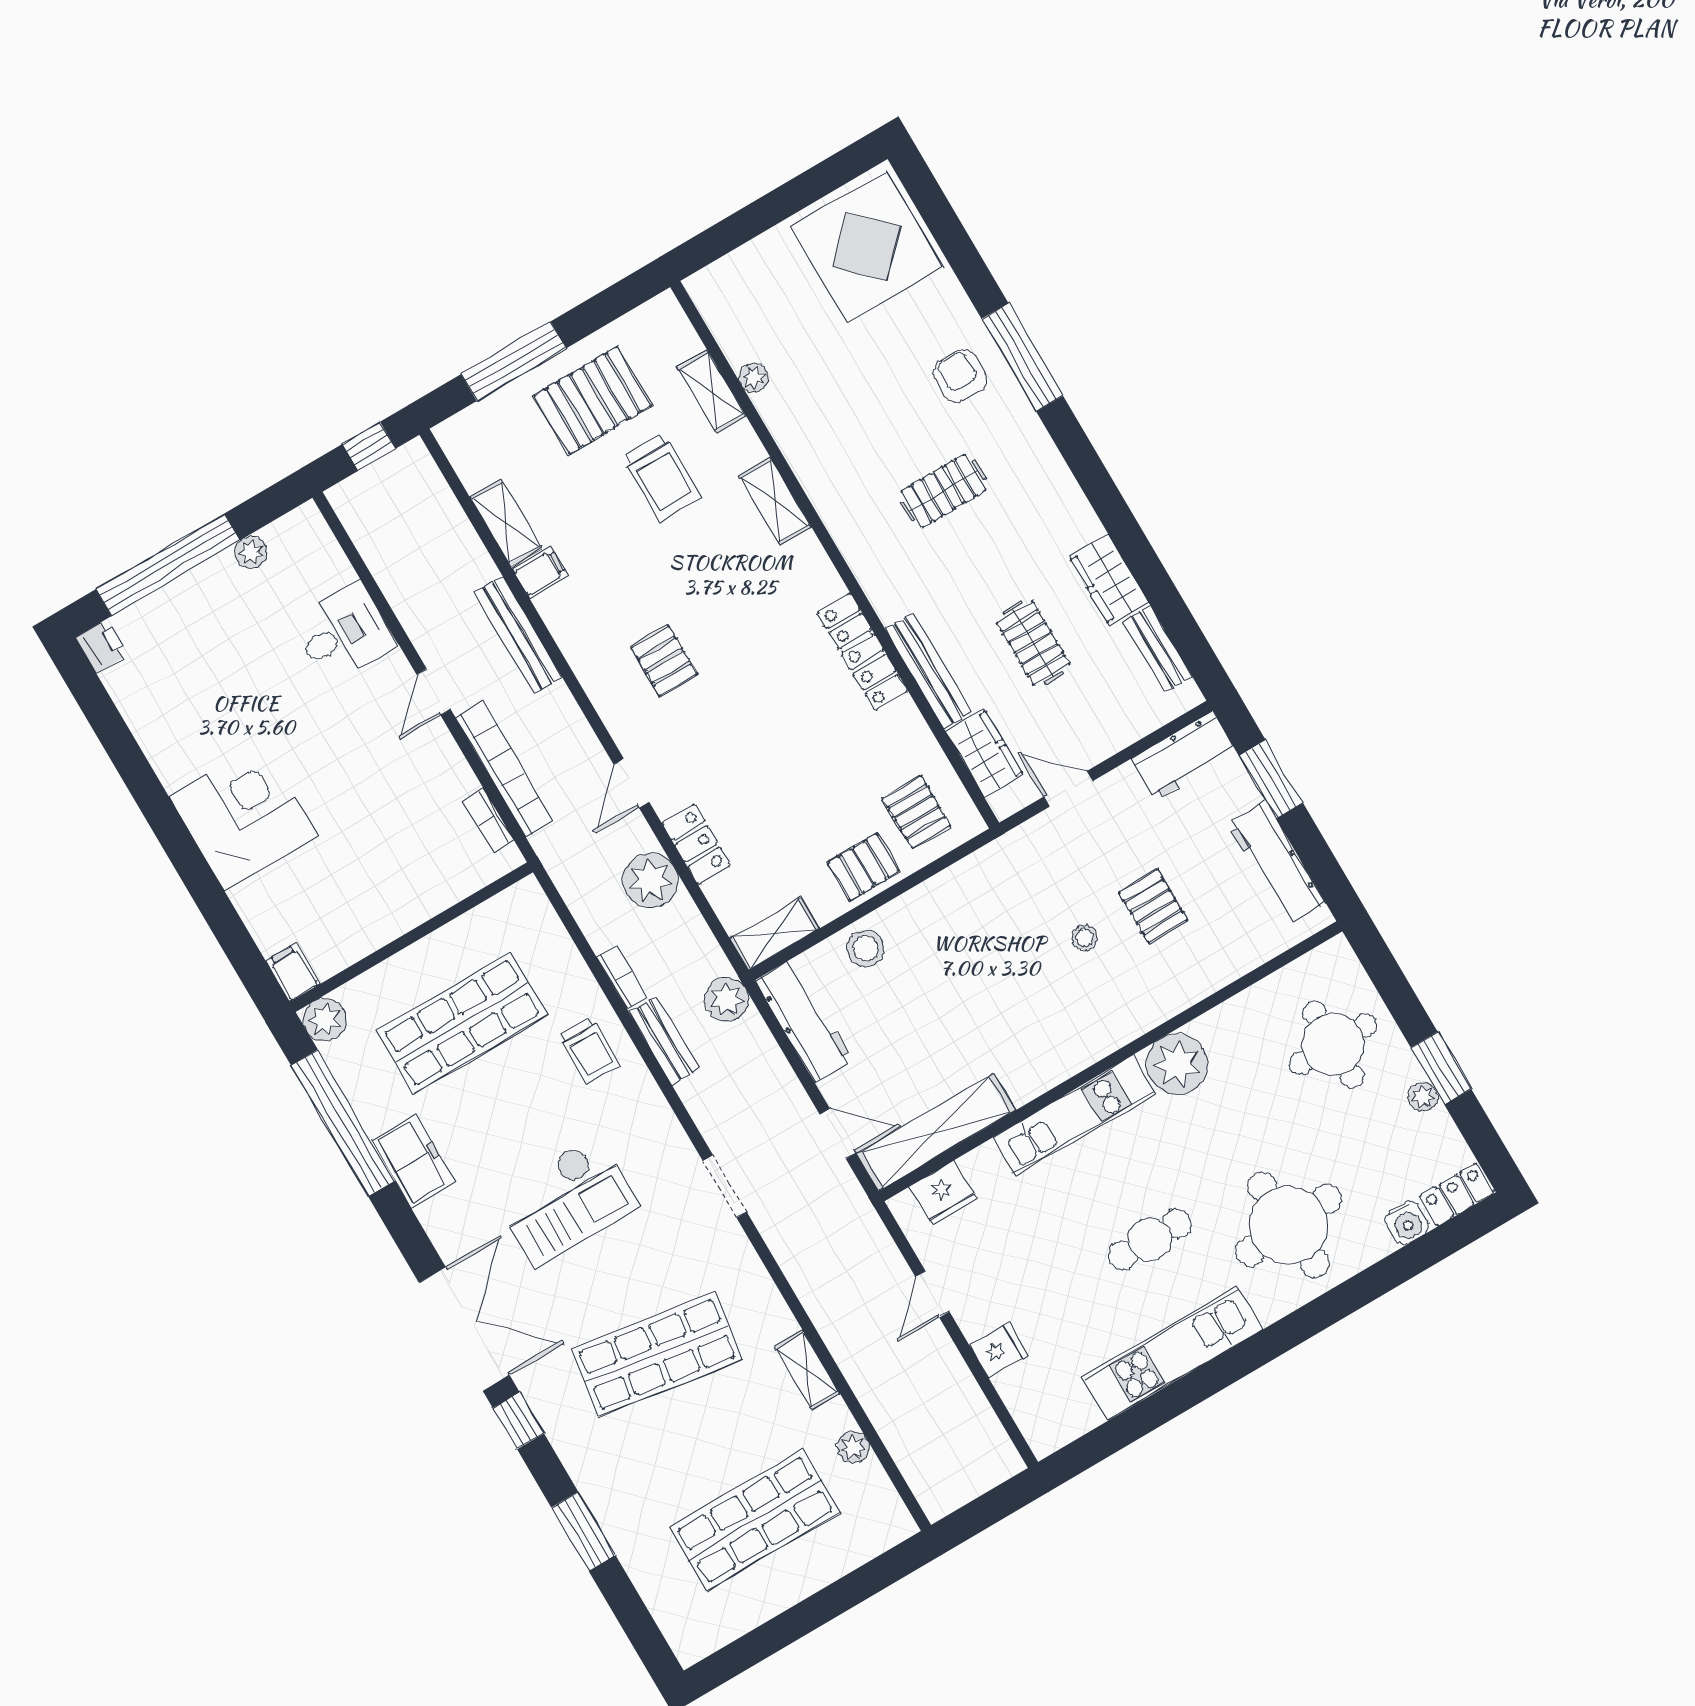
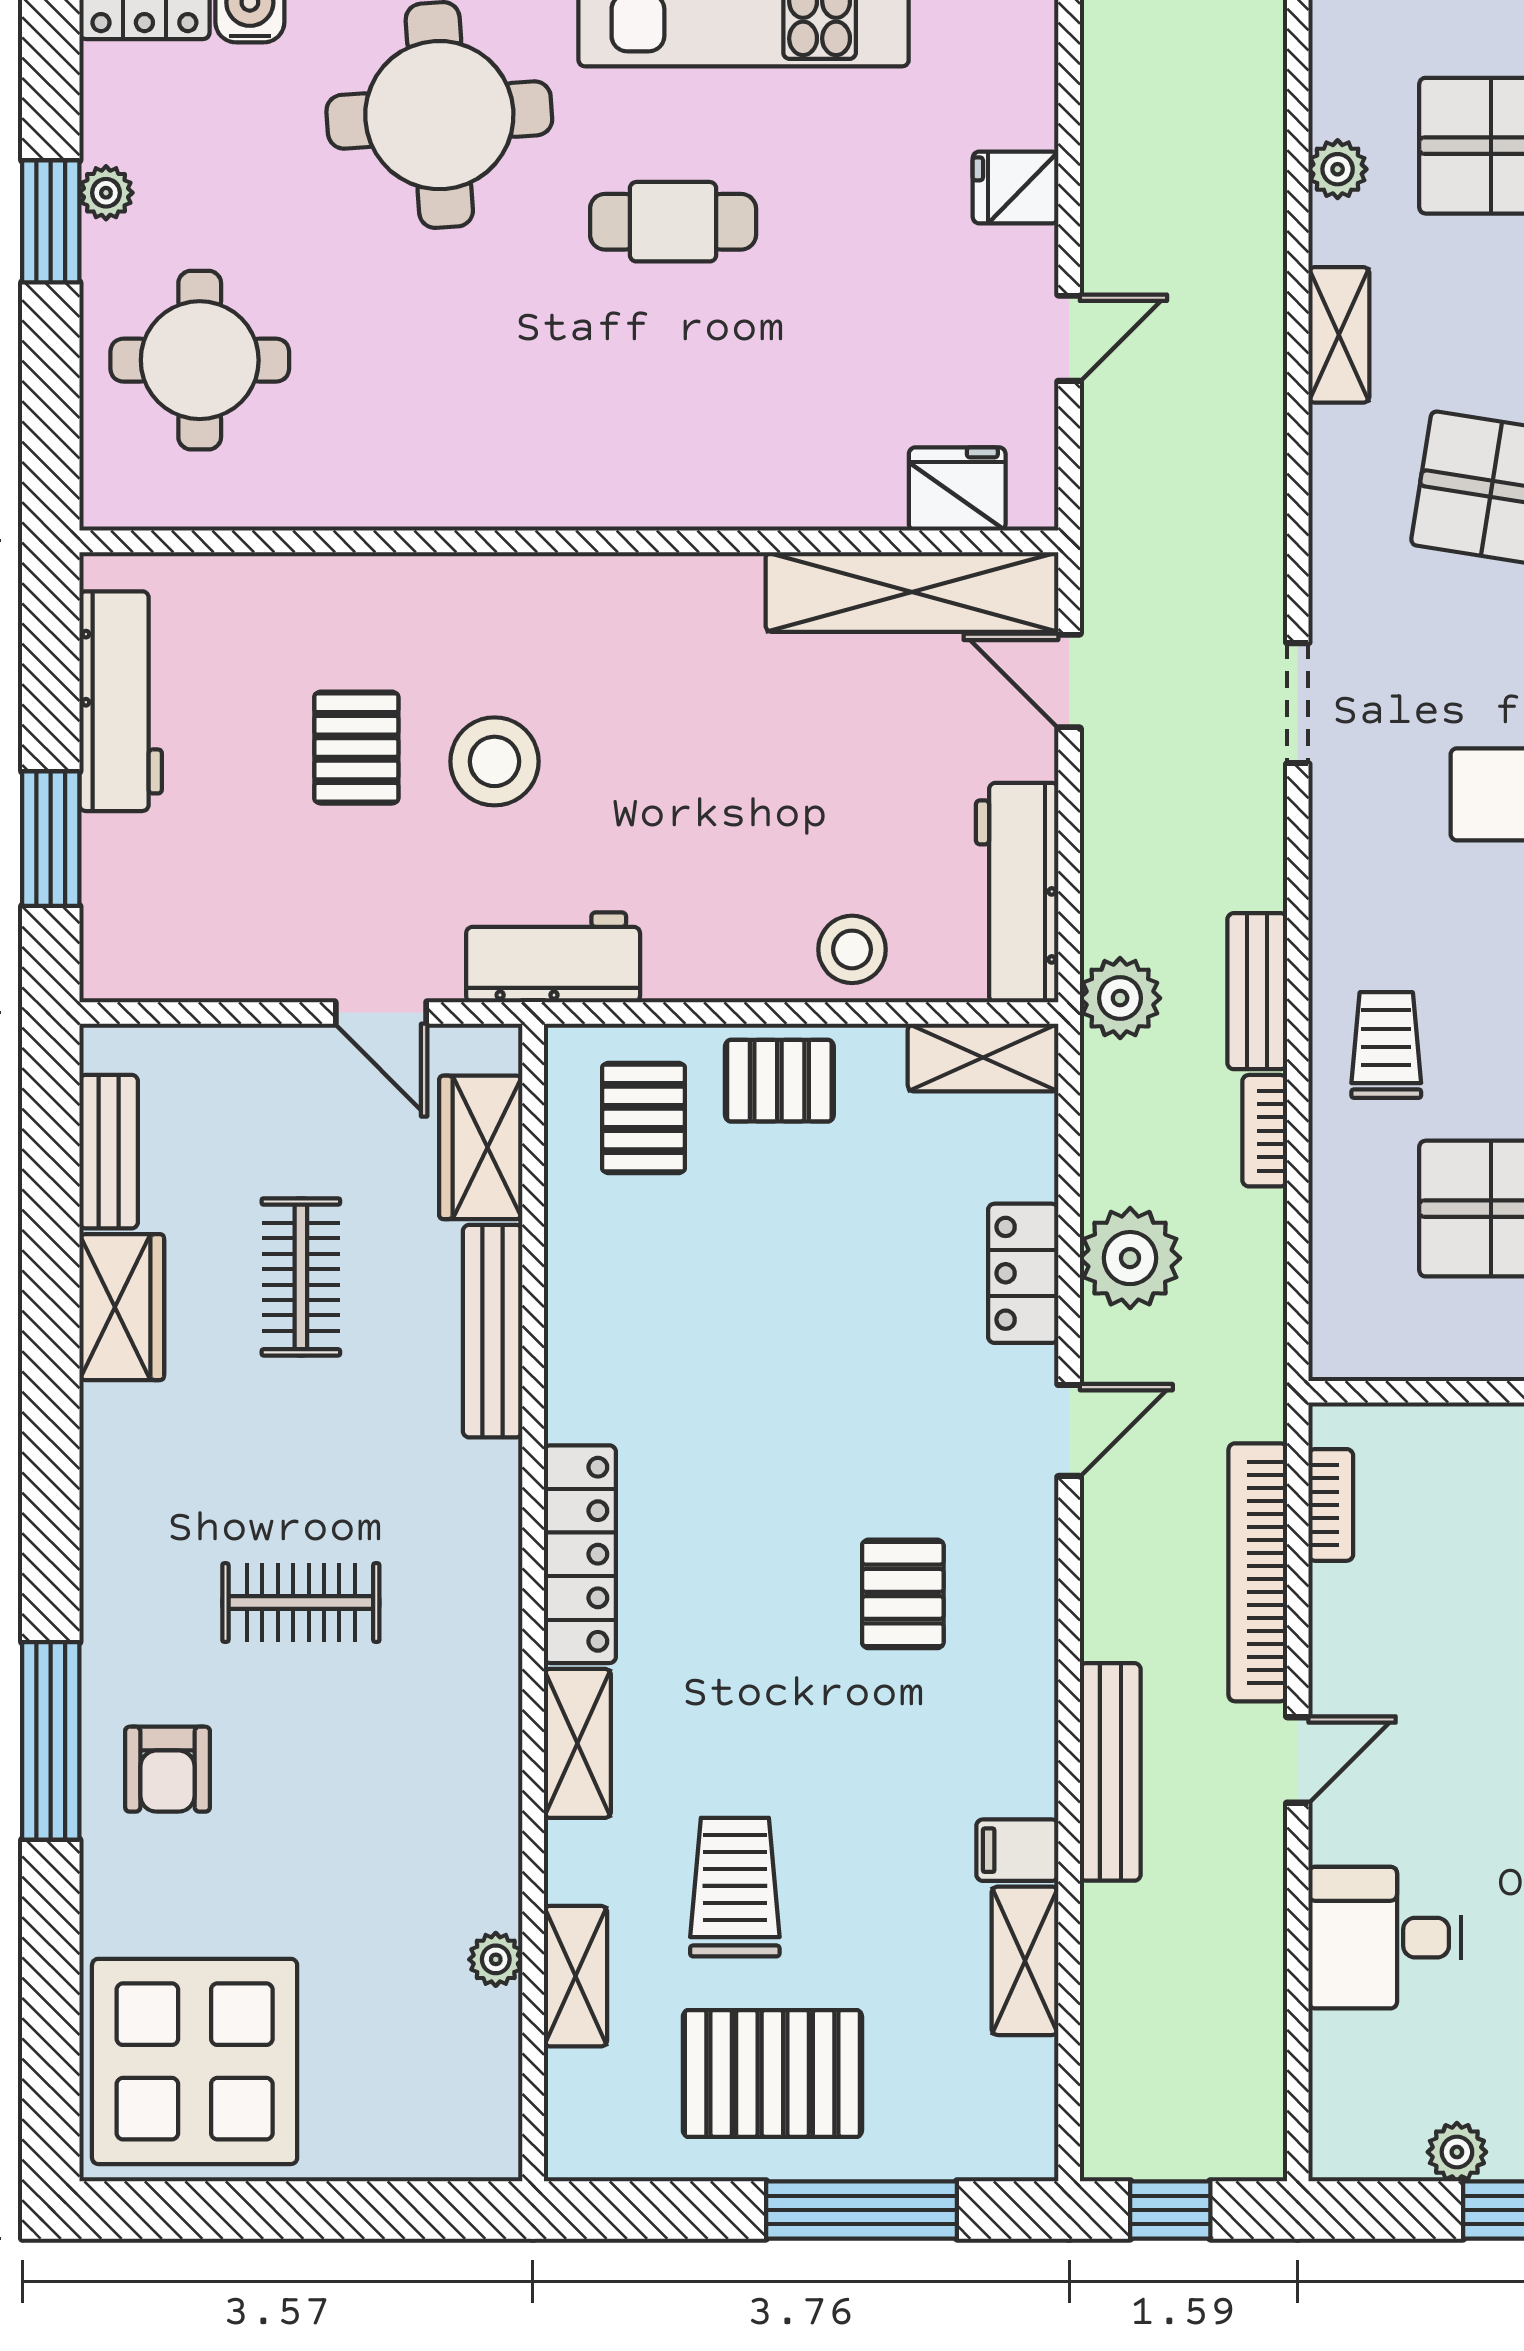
locker: (862, 652) -> (580, 1554), moved
workbench: (1184, 756) -> (553, 957), moved
stool: (1085, 938) -> (494, 761), width x1.89, depth x1.89
plant: (1177, 1064) -> (466, 475), removed
kitchen unit: (1075, 1116) -> (676, 489), removed

